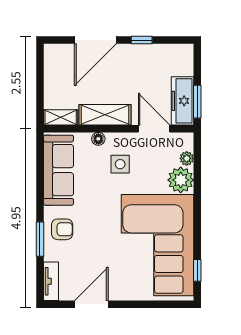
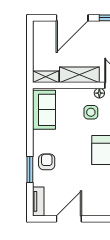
floor lamp: (98, 139) -> (99, 93), moved
sofa: (59, 170) -> (44, 110), width x0.73
armchair: (62, 229) -> (47, 162), turned -90

